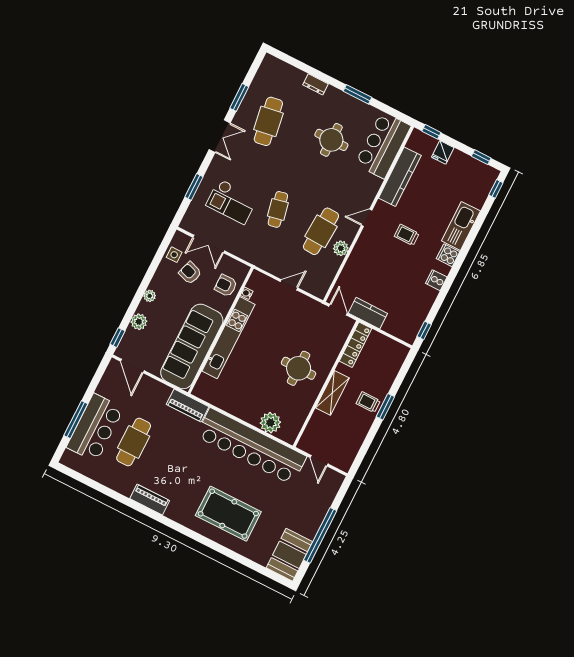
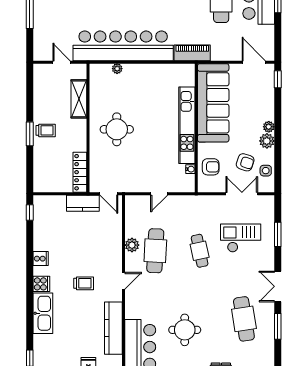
plant: (139, 322) -> (267, 141), moved
shelving: (332, 393) -> (79, 99), moved
plant: (270, 423) -> (117, 69), width x0.53, depth x0.53

